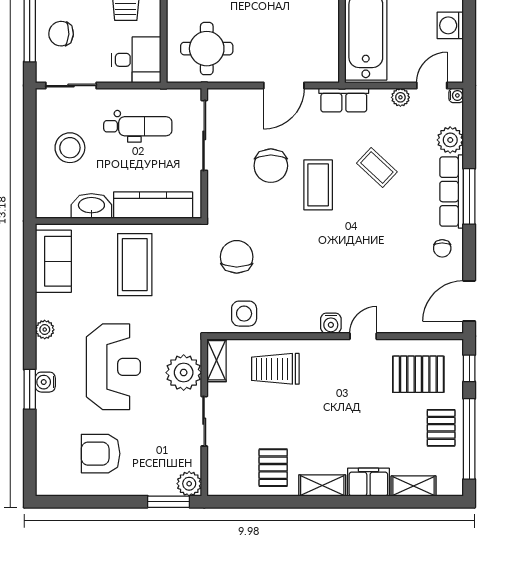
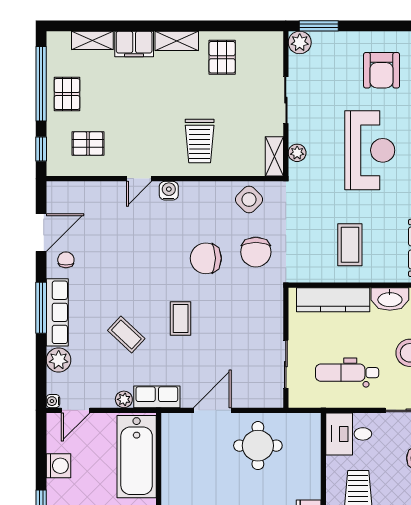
round table: (207, 49) -> (258, 446), moved
plant: (400, 97) -> (124, 399), moved
sliding door: (204, 135) -> (286, 364), width x0.73
chair: (271, 166) -> (206, 258), moved, turned -90
coffee table: (318, 185) -> (181, 318), width x0.73, depth x0.77
coffee table: (135, 265) -> (350, 245), width x0.73, depth x0.76
door: (469, 301) -> (41, 233), moved
side table: (244, 314) -> (249, 200), turned 45
reception desk: (113, 367) -> (370, 150), turned 180
trolley: (275, 369) -> (200, 141), moved, turned 90
plant: (184, 373) -> (297, 153), width x0.53, depth x0.53
pallet: (418, 374) -> (88, 144), width x0.67, depth x0.71
armchair: (101, 454) -> (382, 70), turned 90

